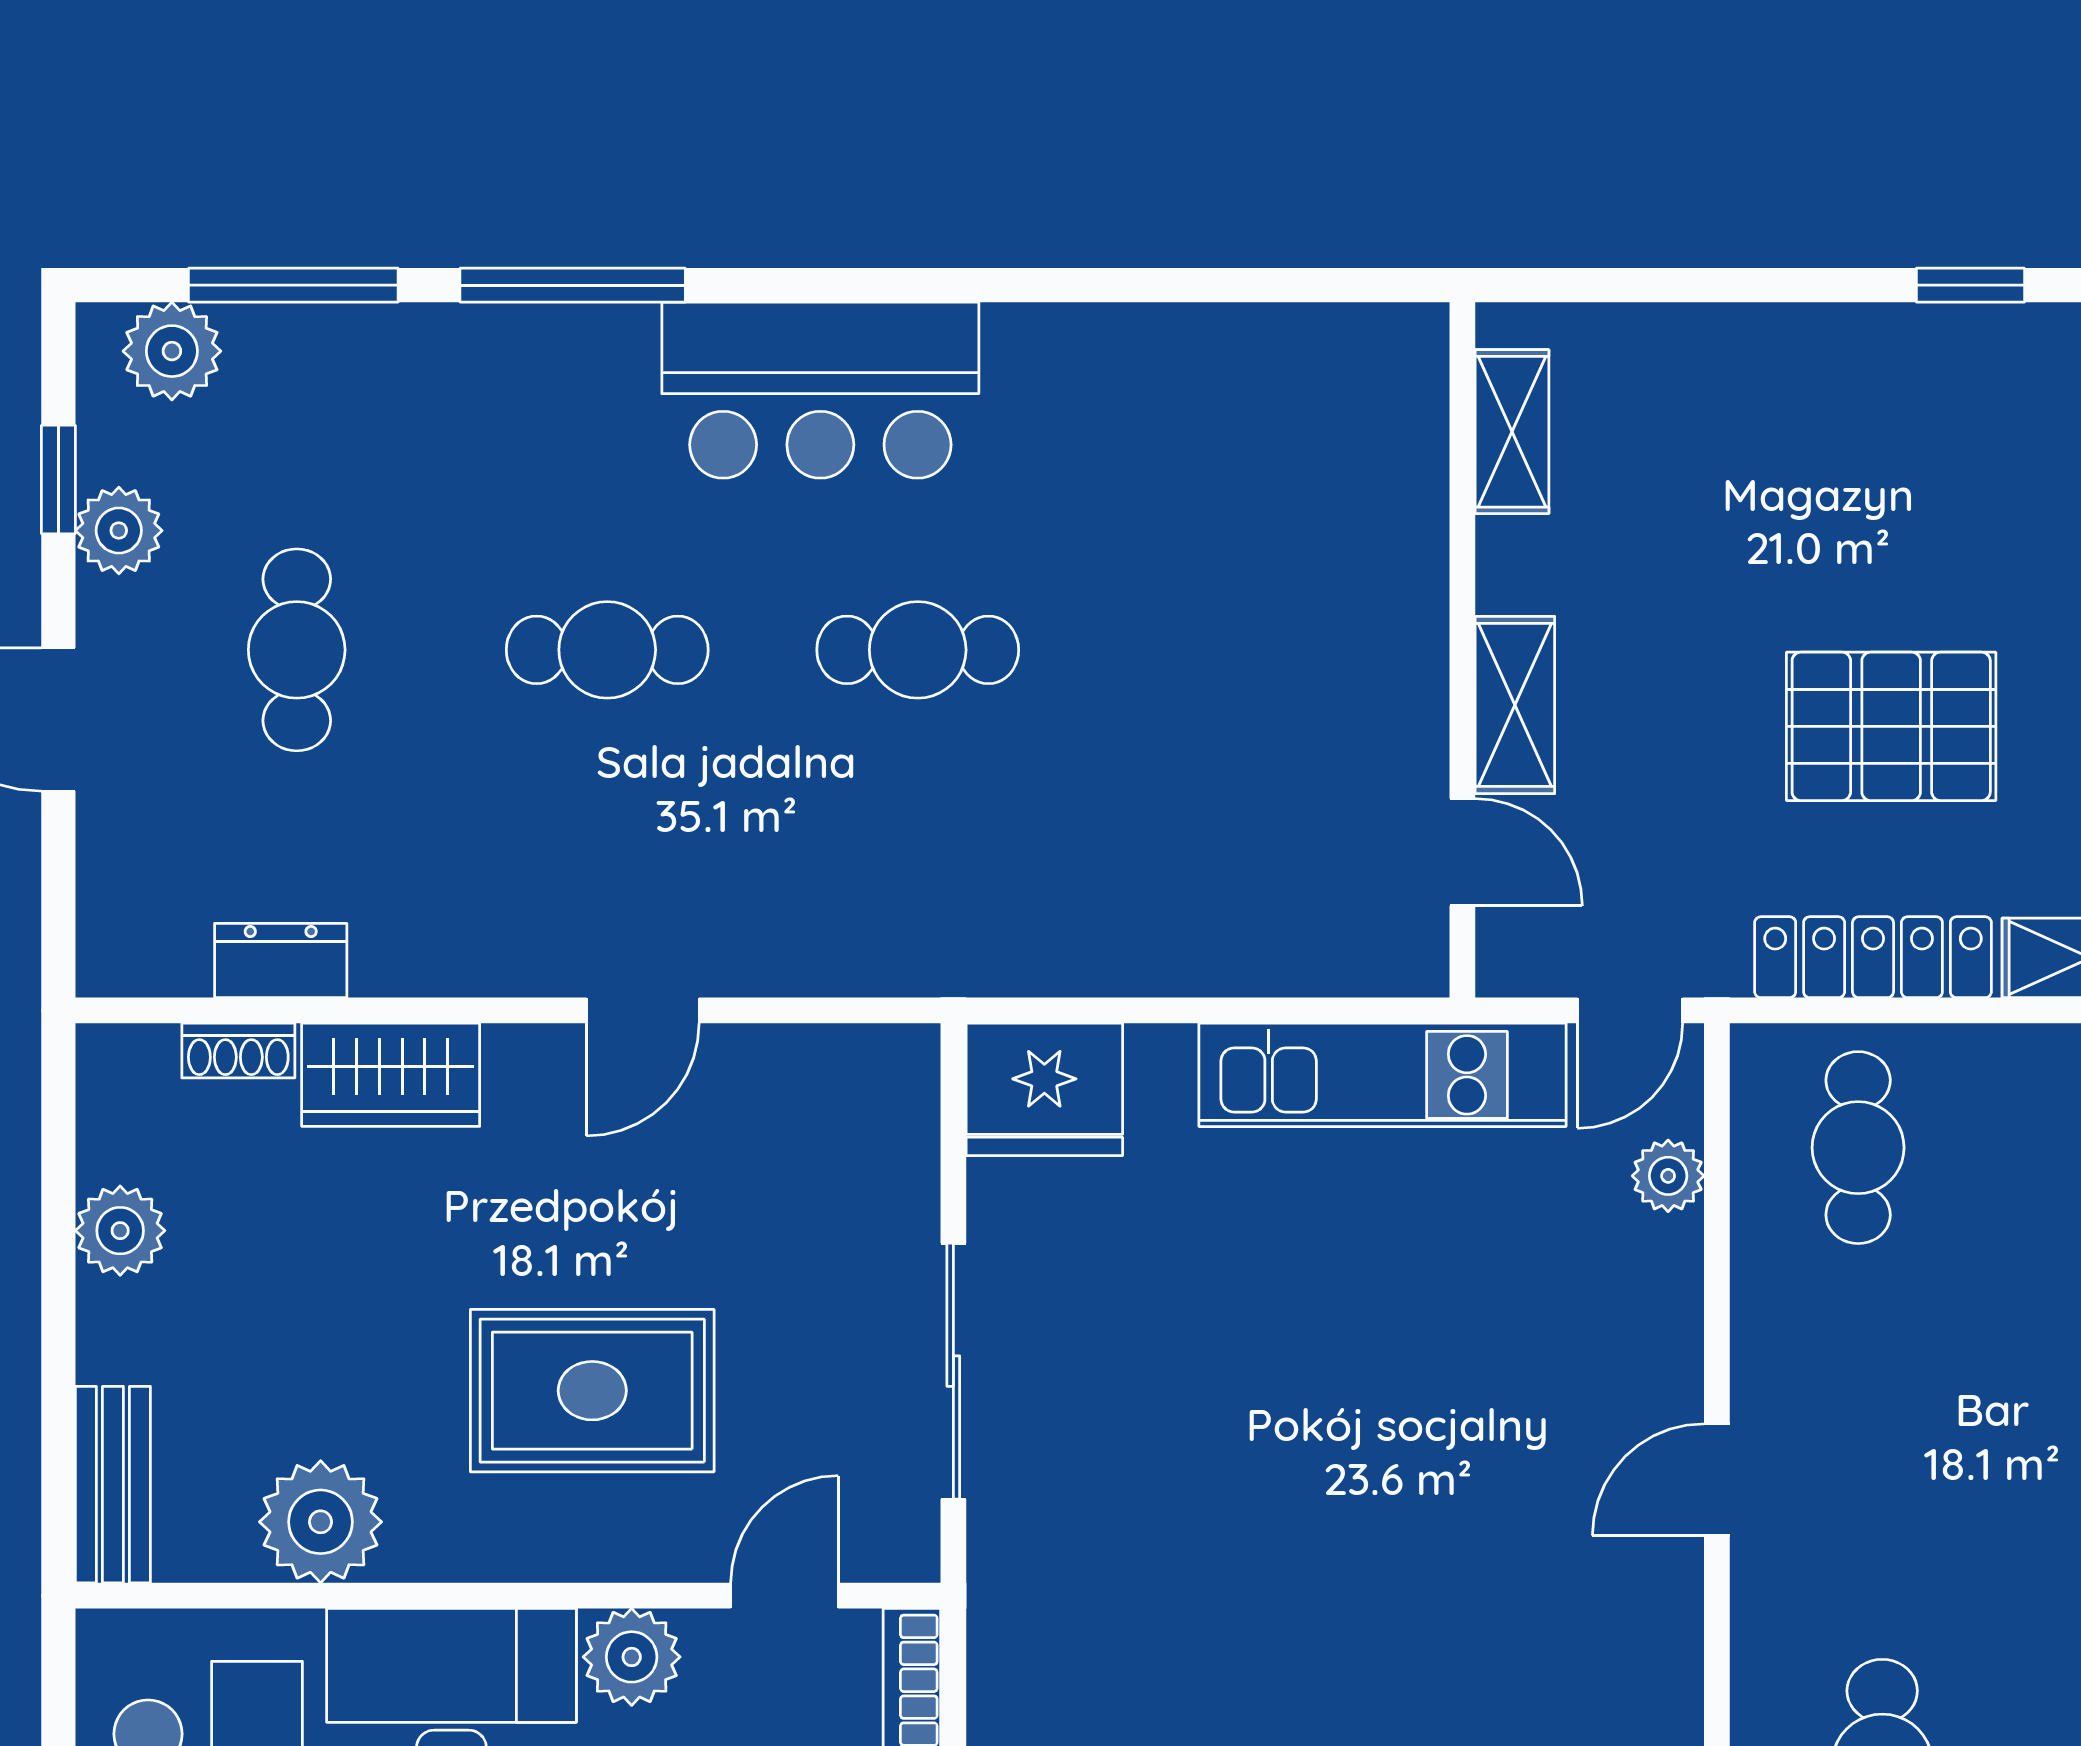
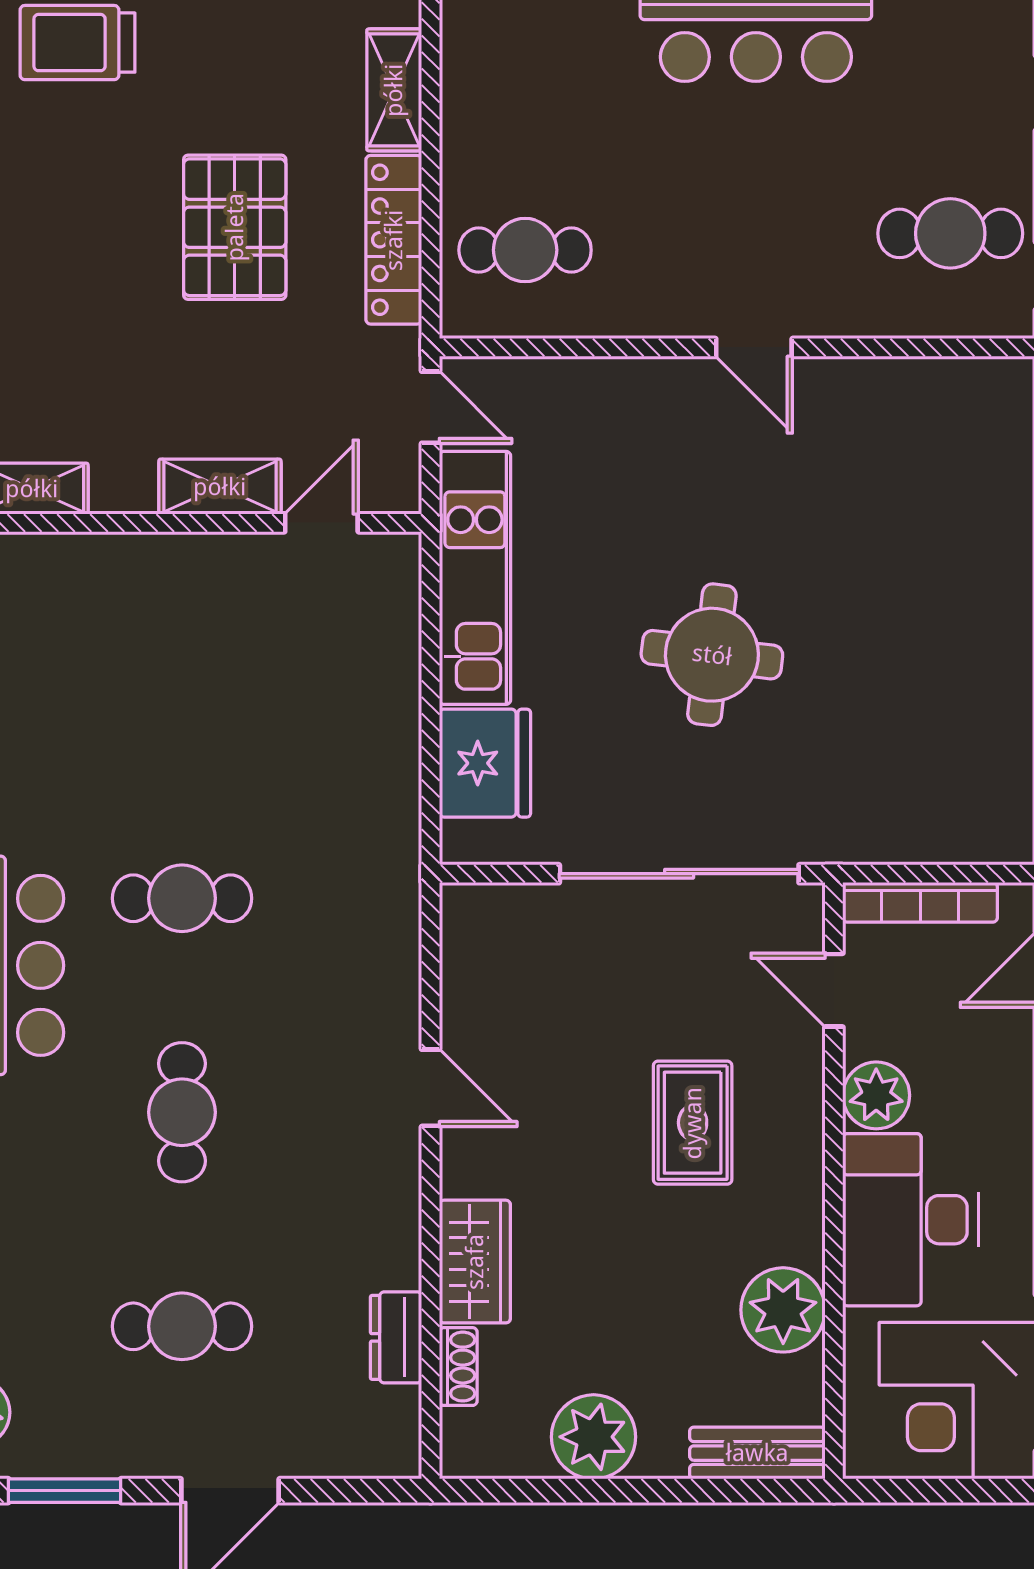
window: (58, 480) -> (65, 1491), width x1.50
plant: (119, 531) -> (100, 1449), removed
cafe table: (918, 650) -> (182, 898), turned 90
fridge: (1044, 1089) -> (485, 763), moved
plant: (1668, 1176) -> (545, 381), removed
plant: (120, 1231) -> (594, 1437), width x1.36, depth x1.36
sliding door: (953, 1371) -> (679, 874), width x1.36
rug: (592, 1391) -> (693, 1123), width x0.73, depth x0.70
round table: (1271, 1419) -> (712, 655), added

